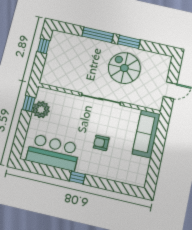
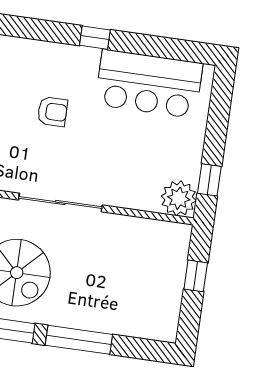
window: (43, 46) -> (196, 276), moved
plant: (41, 110) -> (179, 198), moved

